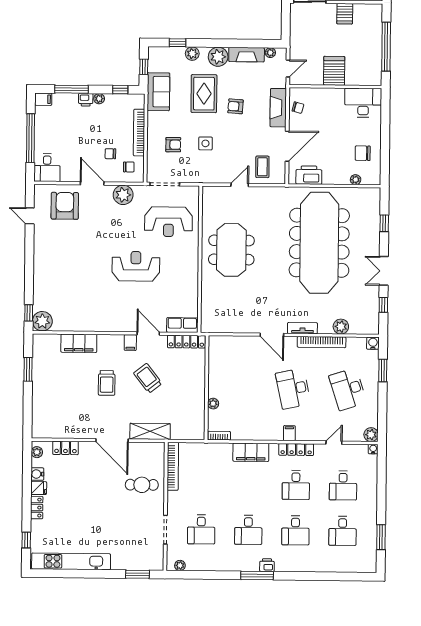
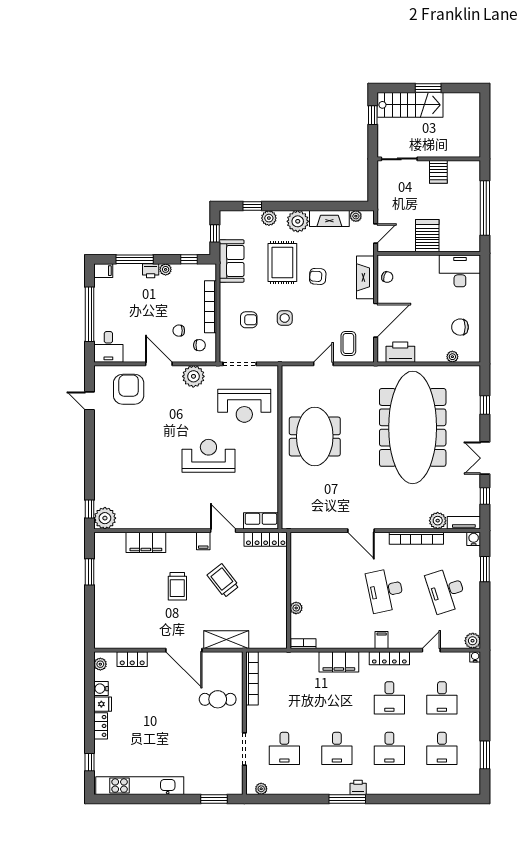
tv unit: (302, 328) -> (464, 523), moved

